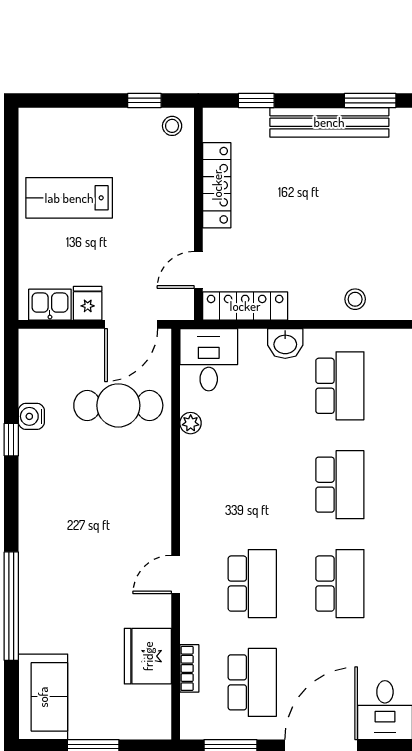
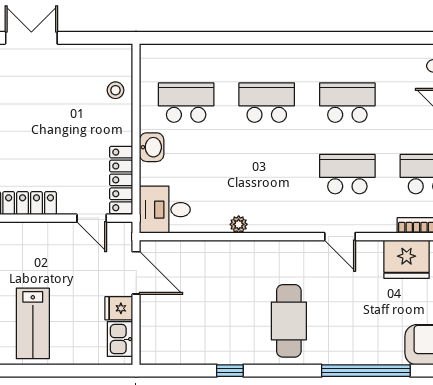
cafe table: (118, 405) -> (289, 321), moved
water cooler: (31, 416) -> (211, 354), removed
plant: (191, 423) -> (239, 224), moved

